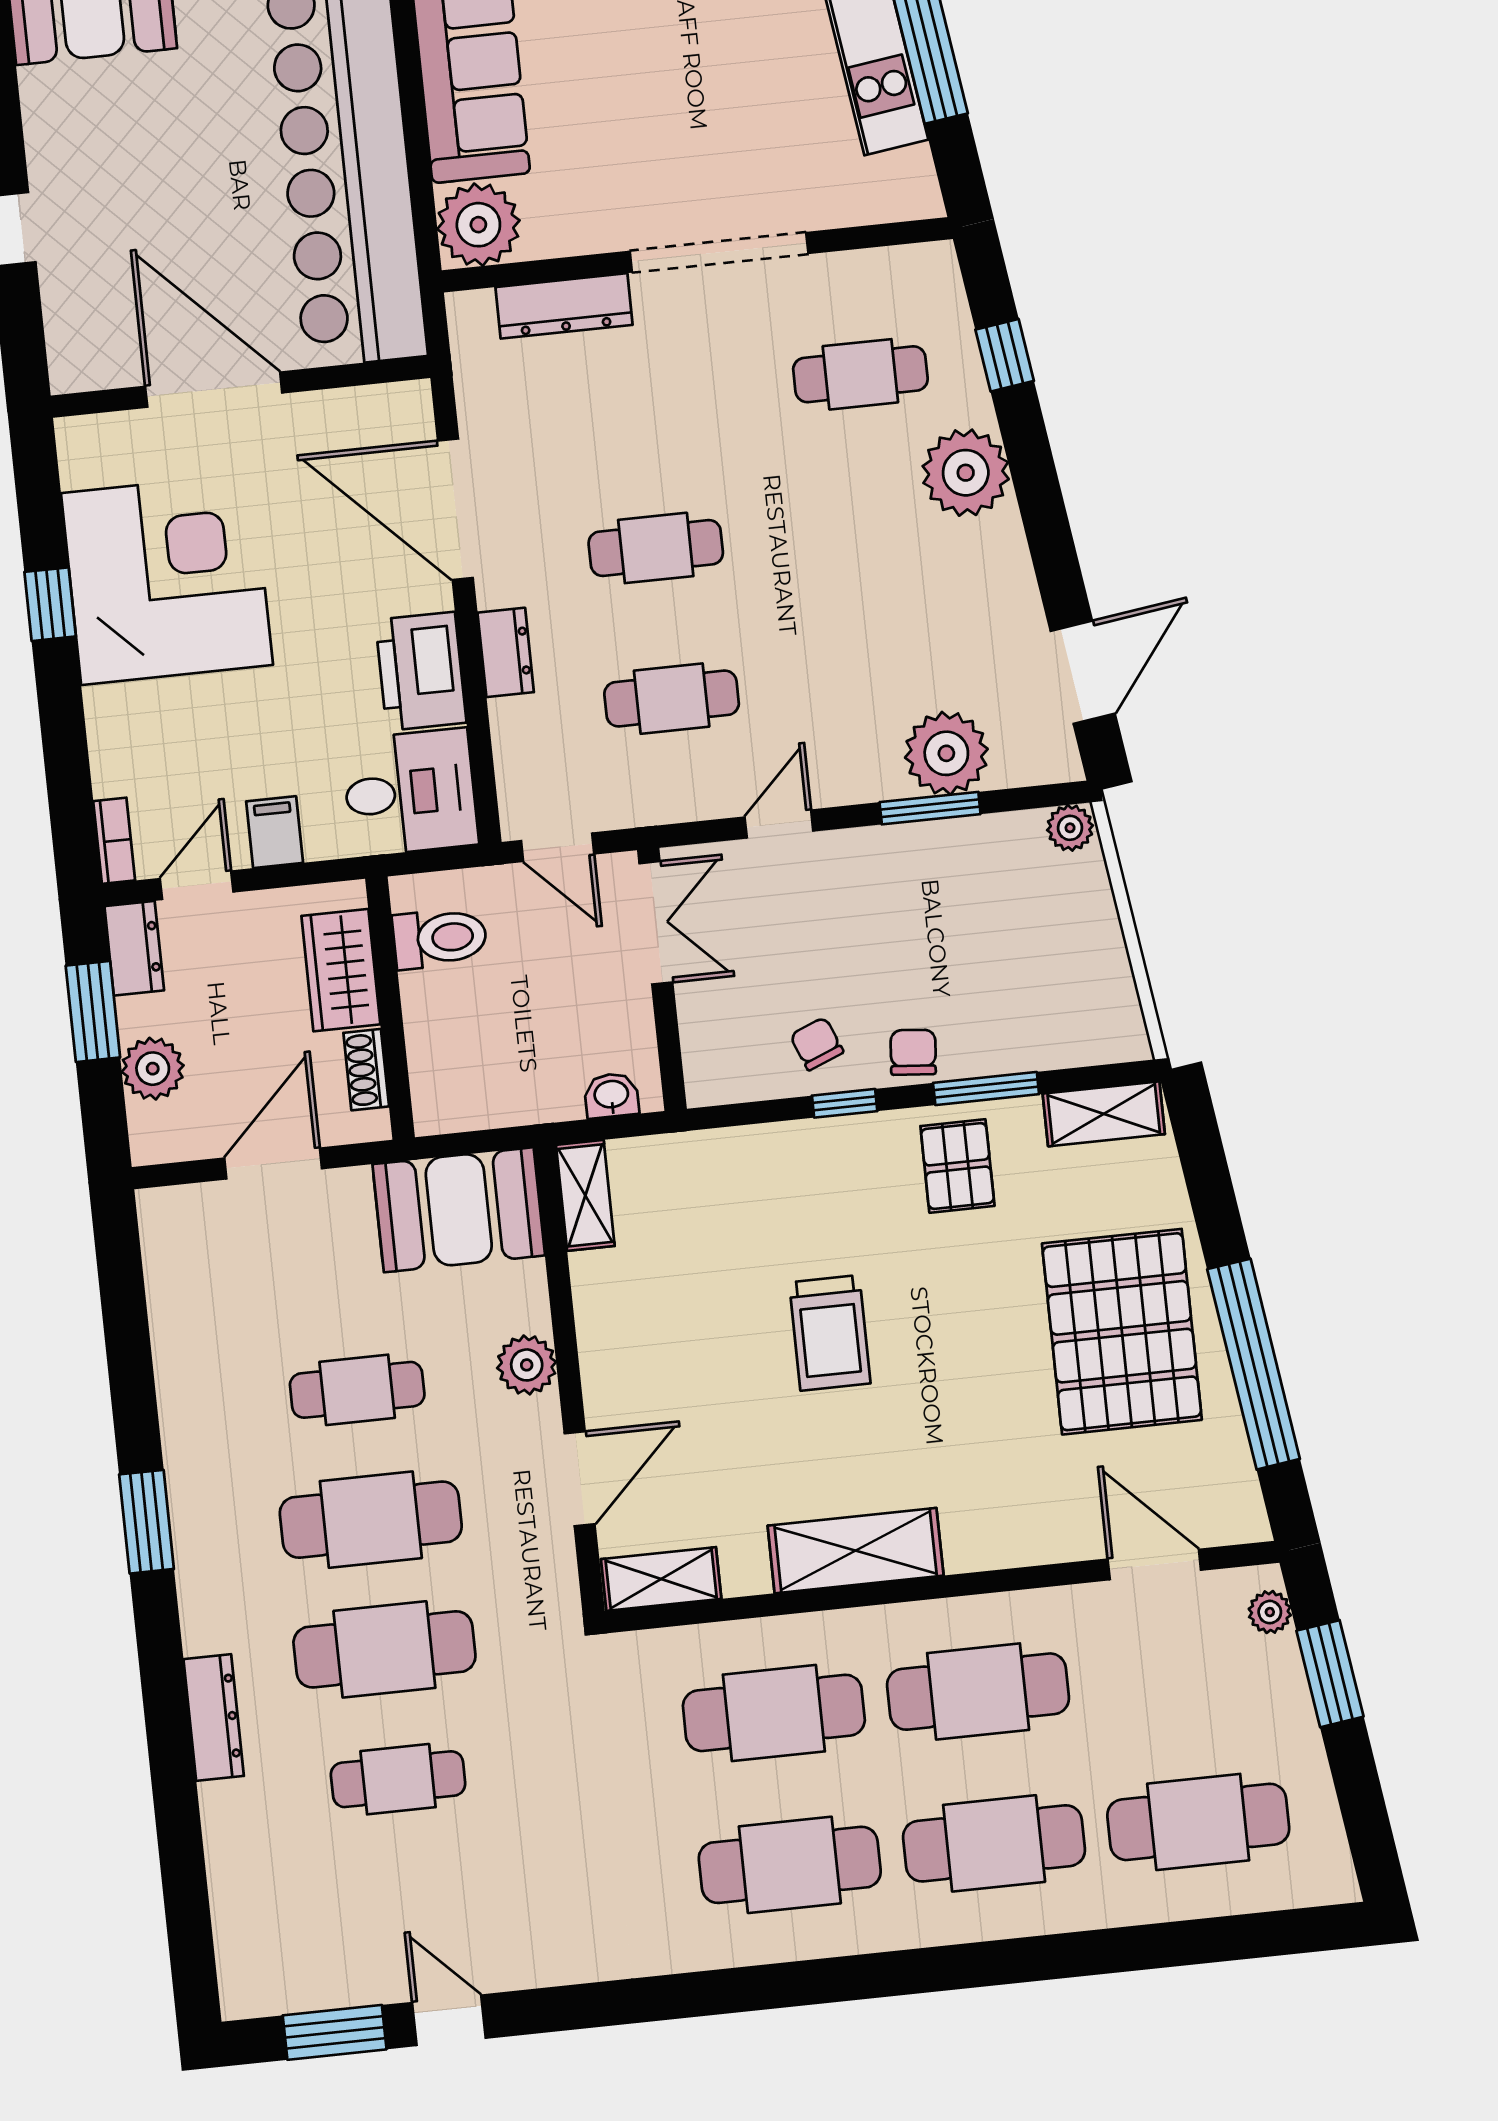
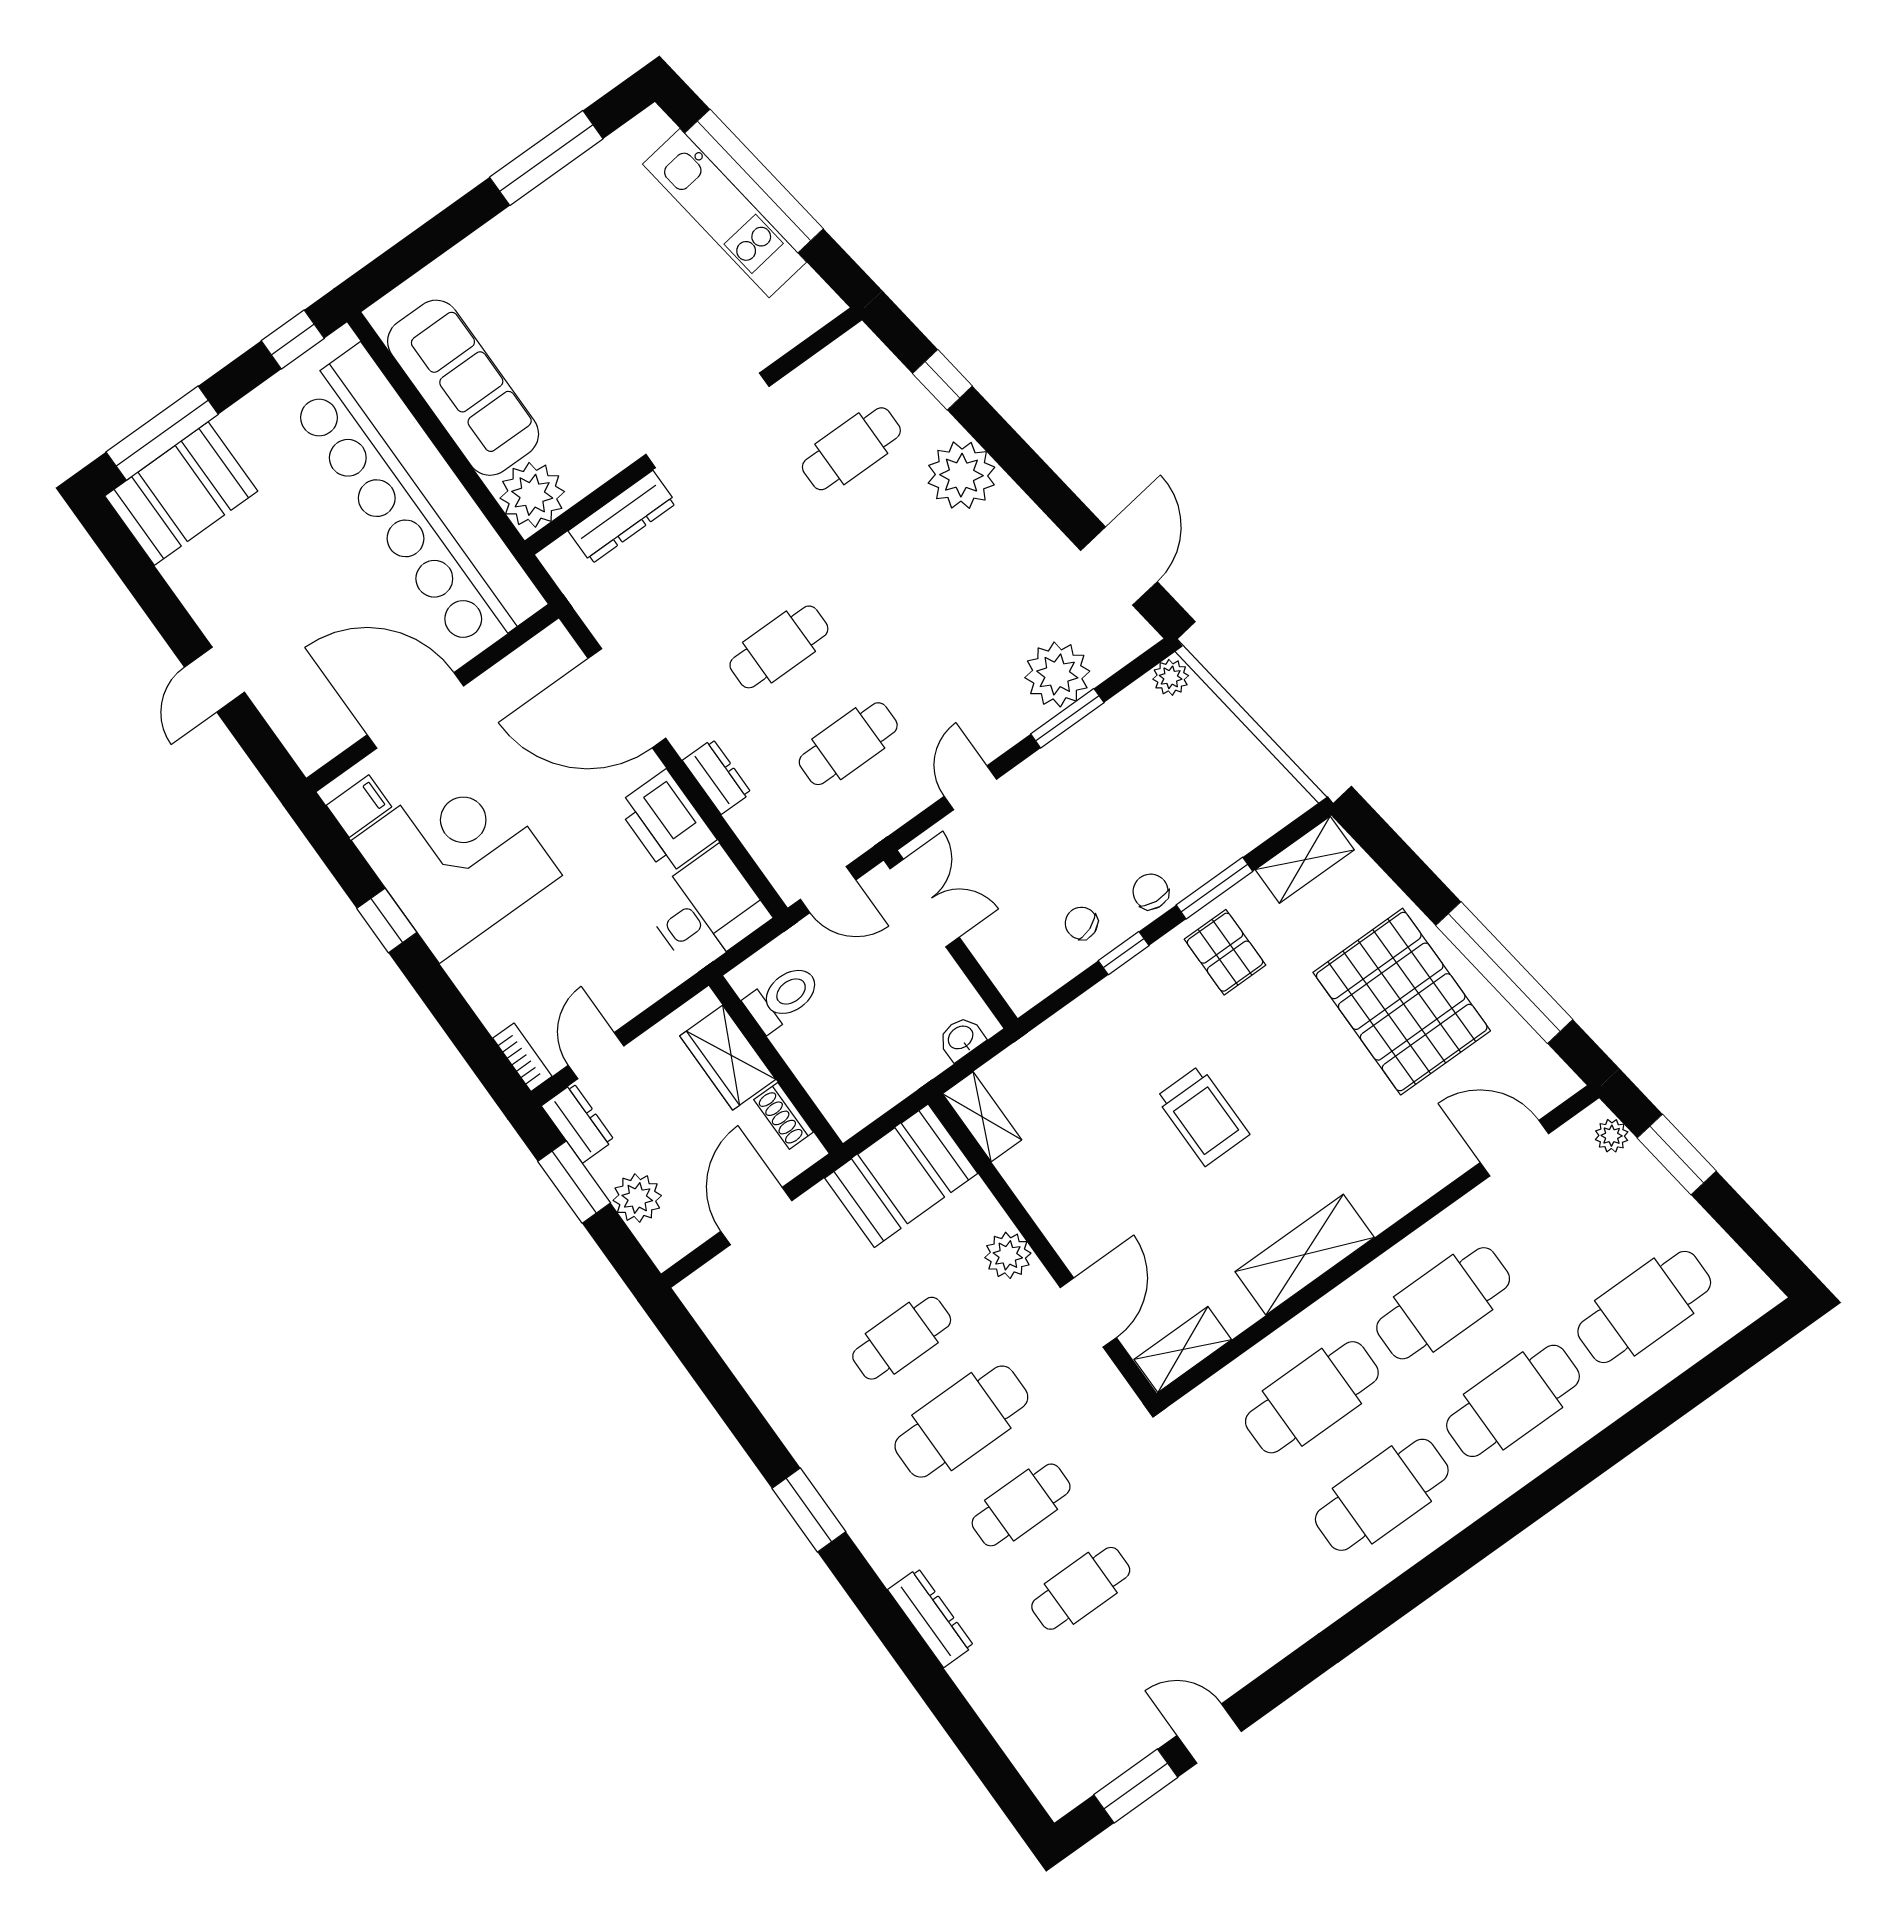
filing cabinet: (275, 832) -> (359, 806), moved, turned 90
cafe table: (384, 1649) -> (1021, 1505), width x0.73, depth x0.74

